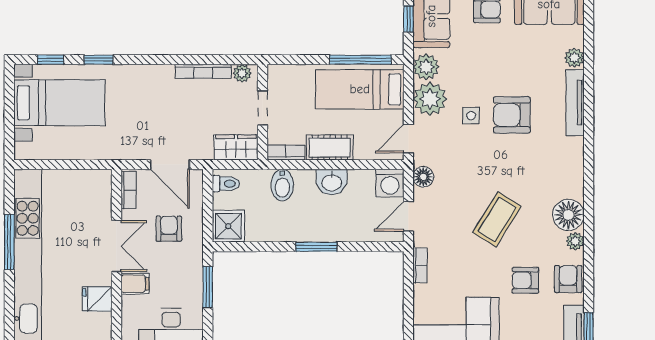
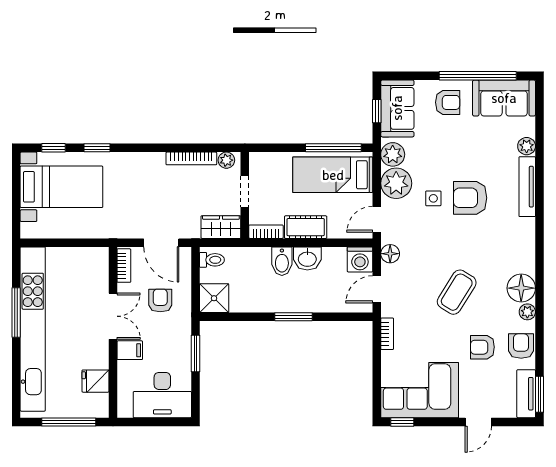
bidet: (282, 185) -> (282, 261), moved
fridge: (97, 299) -> (95, 381), moved

